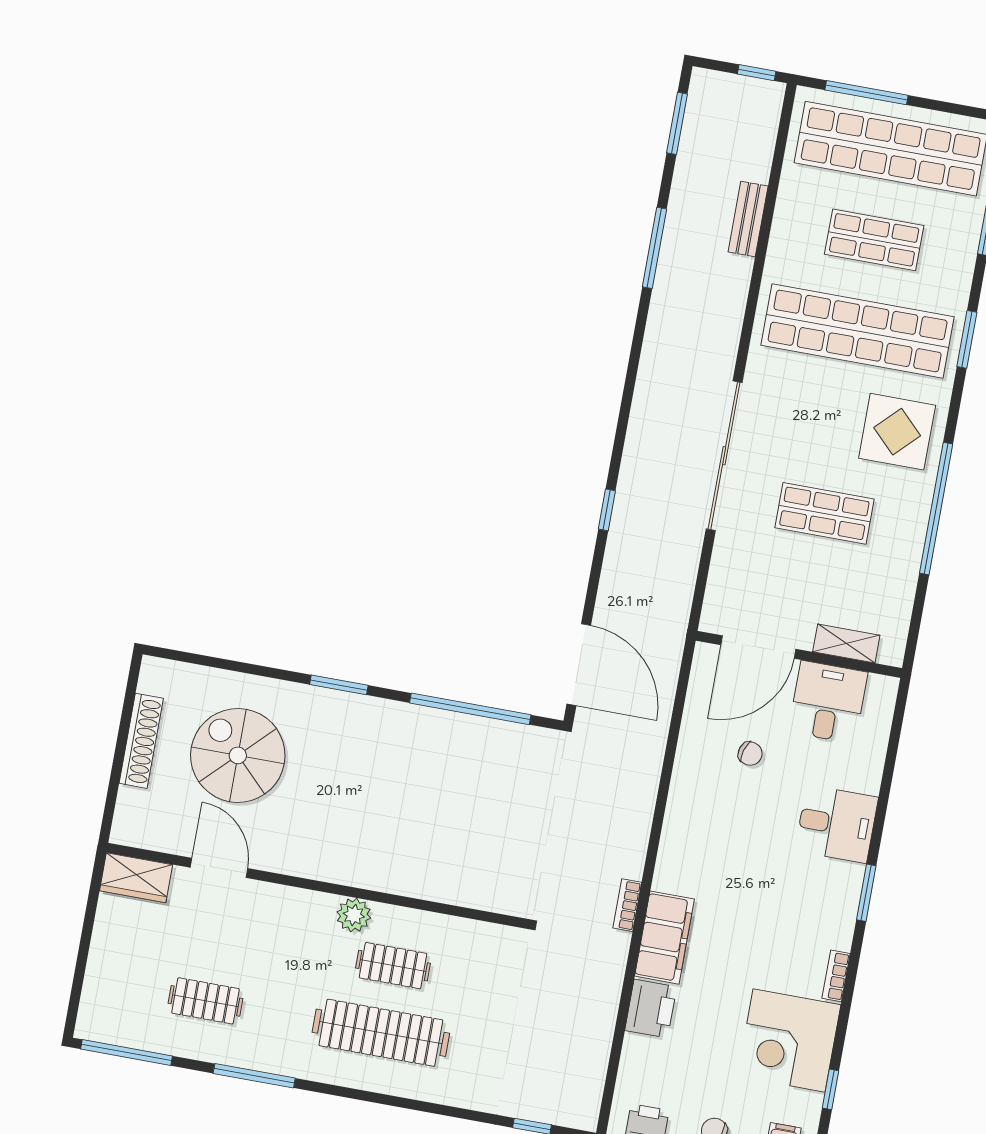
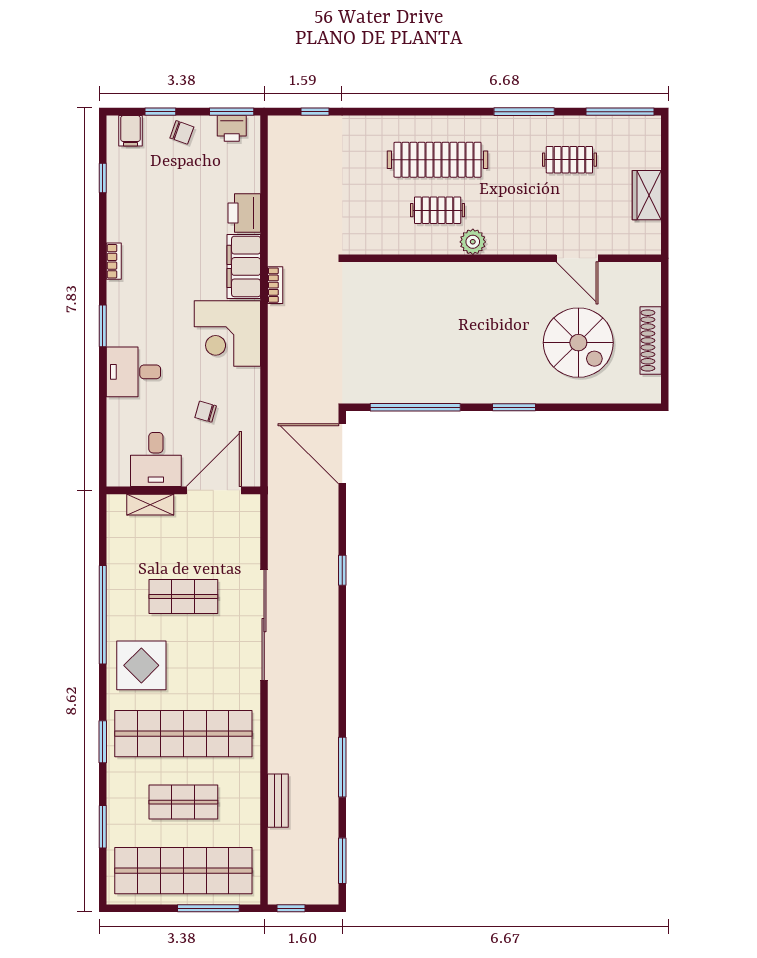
wardrobe: (136, 878) -> (647, 195), moved, turned -90
corner desk: (789, 1040) -> (227, 333), moved, turned 180

